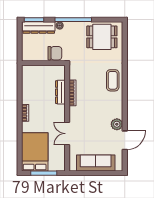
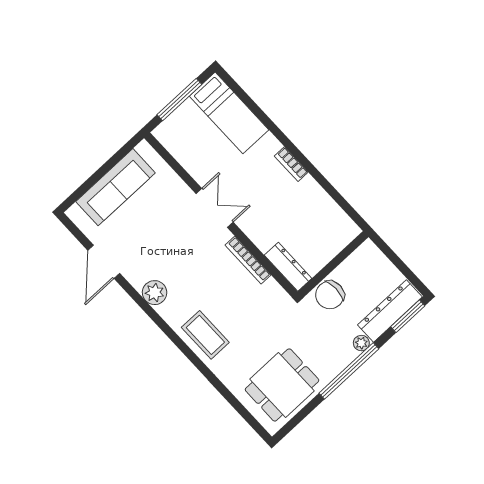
dresser: (60, 92) -> (288, 267), moved
plant: (117, 124) -> (155, 293), moved
double door: (67, 134) -> (215, 208), moved
bed: (35, 152) -> (229, 113), width x0.67

